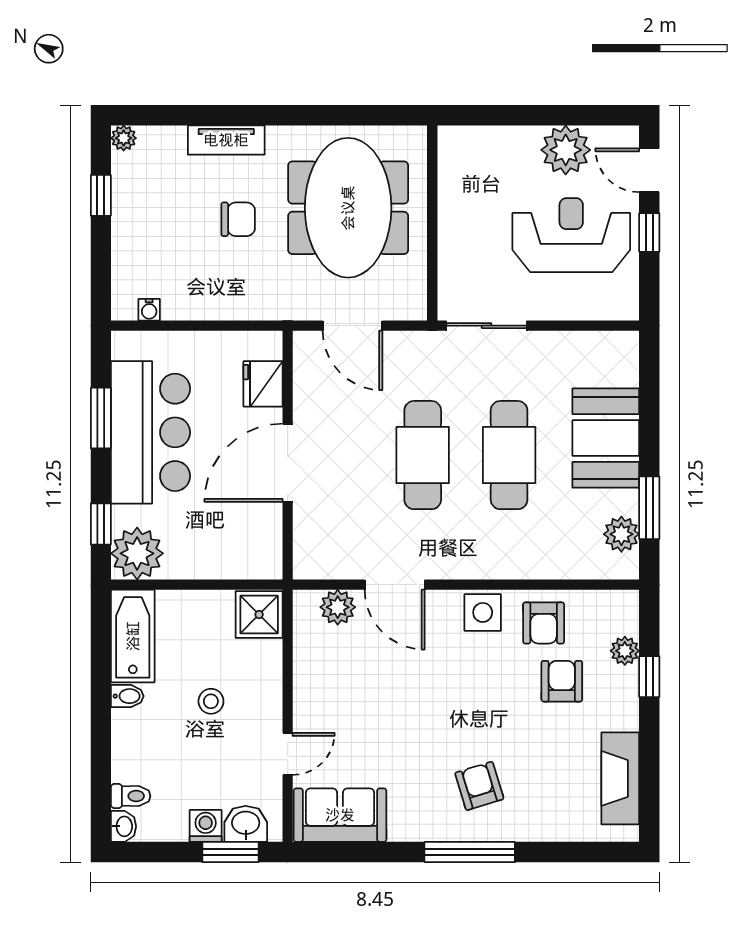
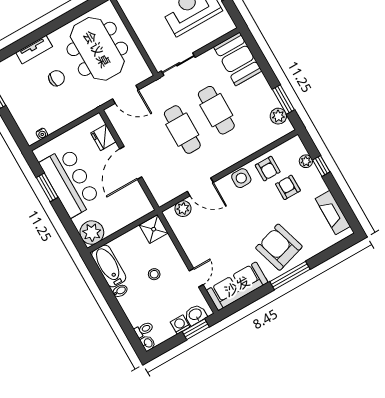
booth: (606, 438) -> (238, 59), moved
window: (101, 524) -> (71, 229), removed
armchair: (479, 786) -> (279, 247), width x1.88, depth x1.88
sofa: (340, 815) -> (237, 286), width x1.36

